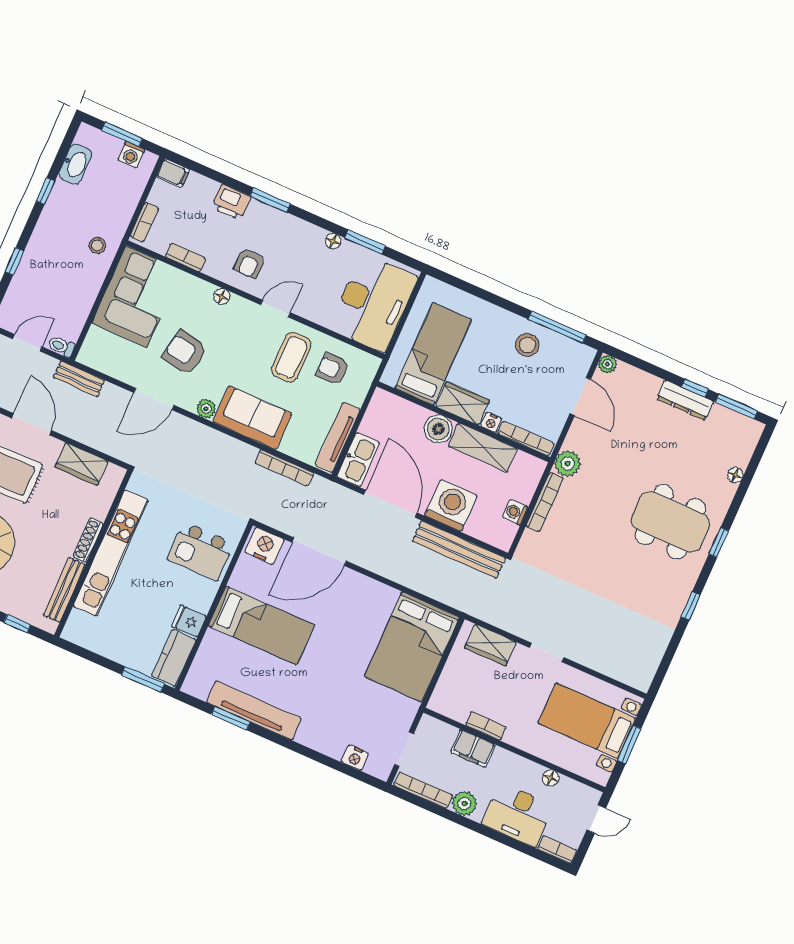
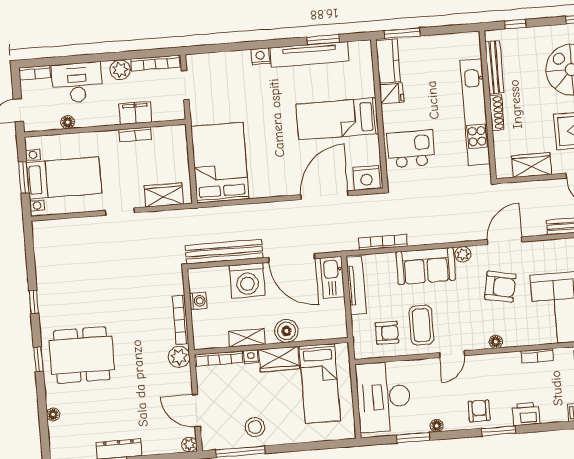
armchair: (249, 263) -> (479, 411), moved
shelving: (483, 448) -> (247, 338), width x0.67, depth x0.75
nightstand: (355, 758) -> (260, 56), moved

